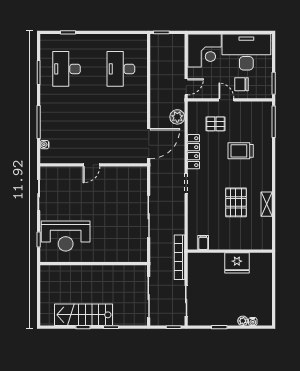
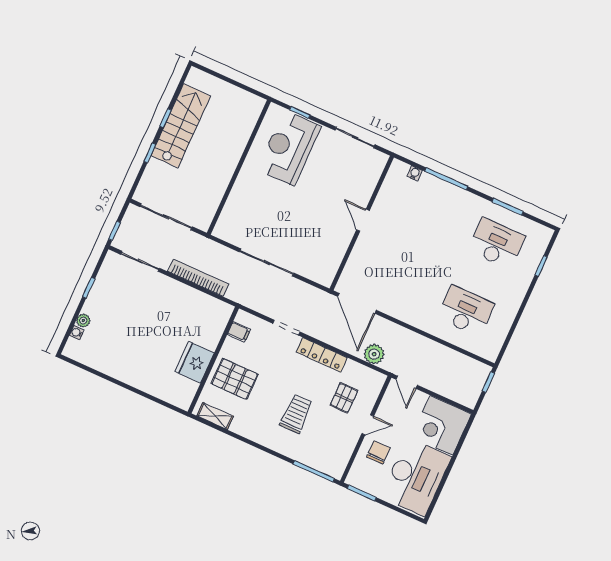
filing cabinet: (203, 243) -> (239, 332), moved
wall: (230, 251) -> (213, 360), moved
fridge: (237, 263) -> (195, 362), moved

